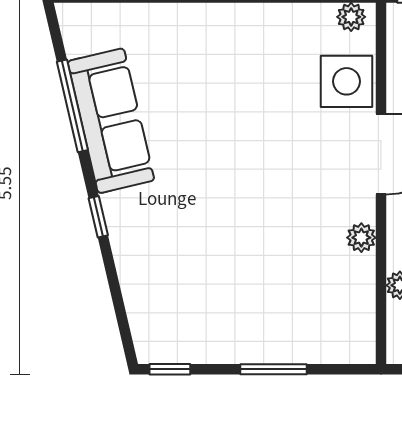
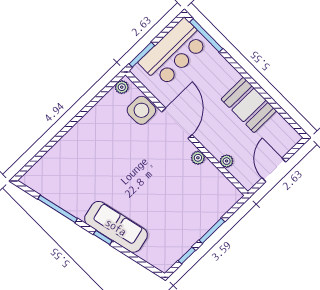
sofa: (111, 121) -> (116, 227), moved
window: (170, 369) -> (187, 255), moved

